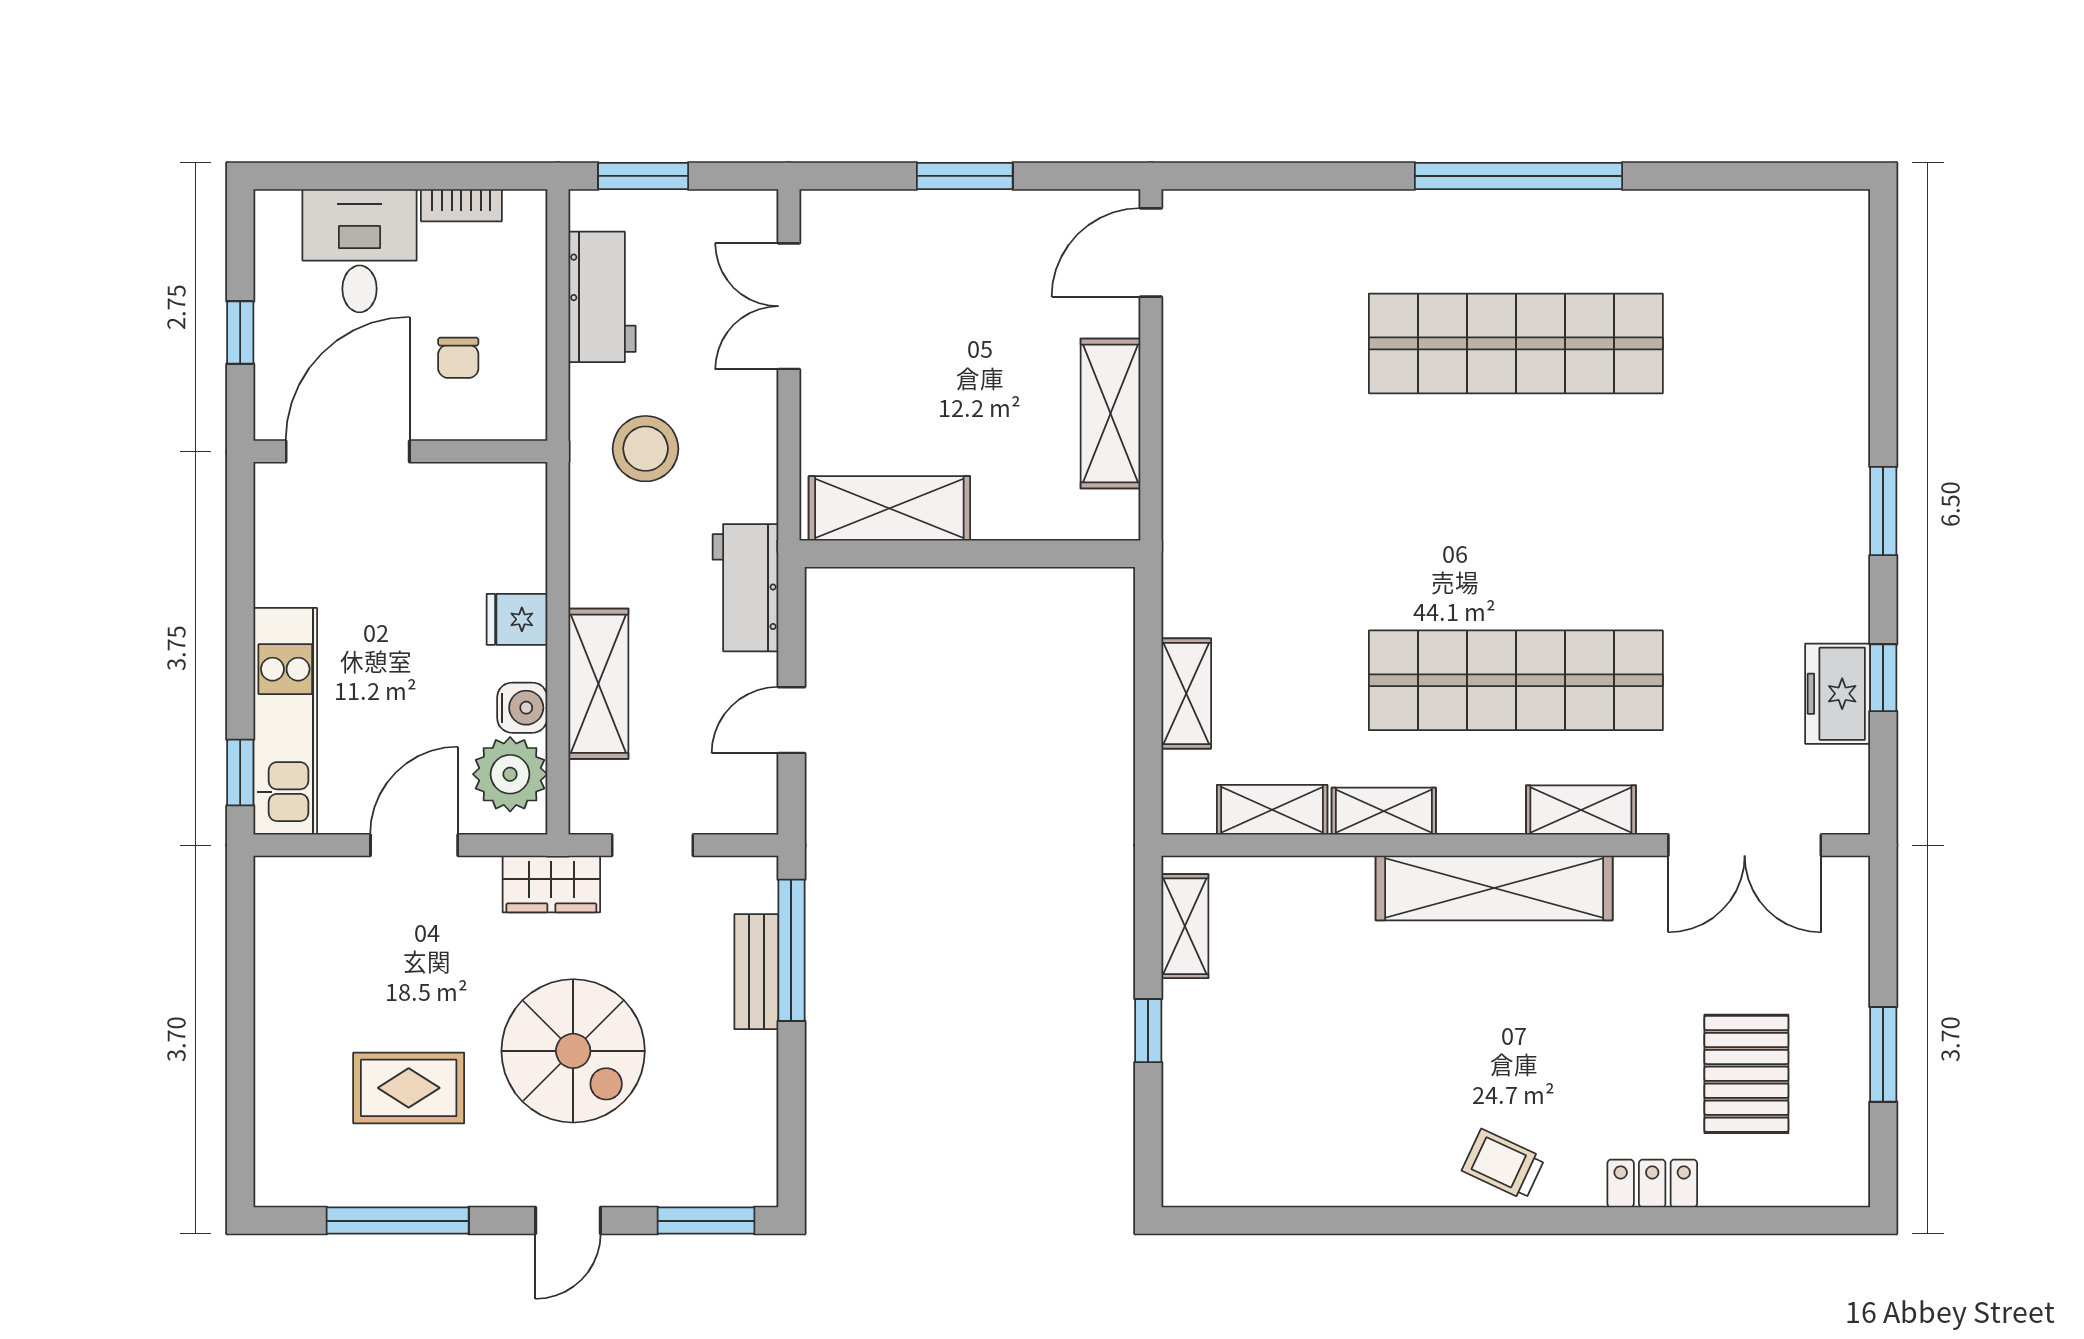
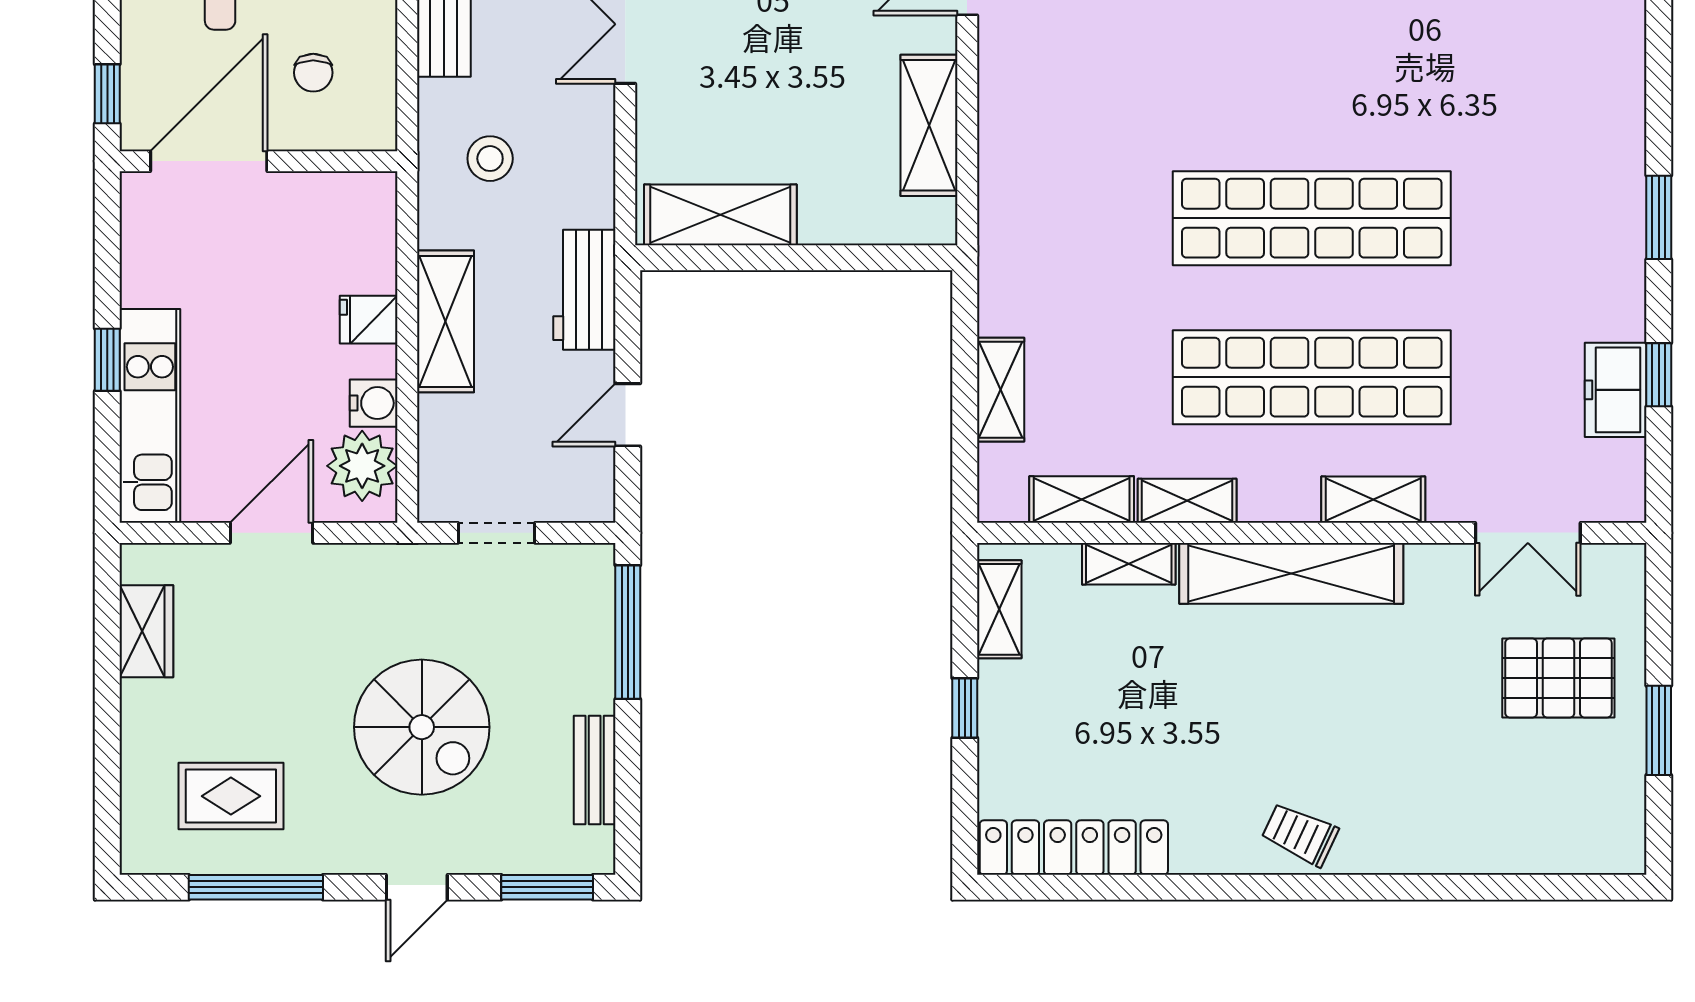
window: (240, 333) -> (107, 94), moved
shop shelf: (1516, 343) -> (1312, 218), moved
stool: (646, 449) -> (490, 159), width x0.73, depth x0.73
shelving: (598, 684) -> (446, 321), moved
window: (240, 773) -> (107, 360), moved
double door: (1745, 845) -> (1528, 533), width x0.73
shelving: (1322, 878) -> (1129, 564), added
wardrobe: (551, 884) -> (146, 631), moved, turned -90
bench: (756, 972) -> (595, 770), moved
pallet: (1746, 1074) -> (1558, 678), moved, turned 90
rug: (409, 1088) -> (231, 796), moved
locker: (1652, 1183) -> (1074, 848), moved, width x2.16, depth x1.21

